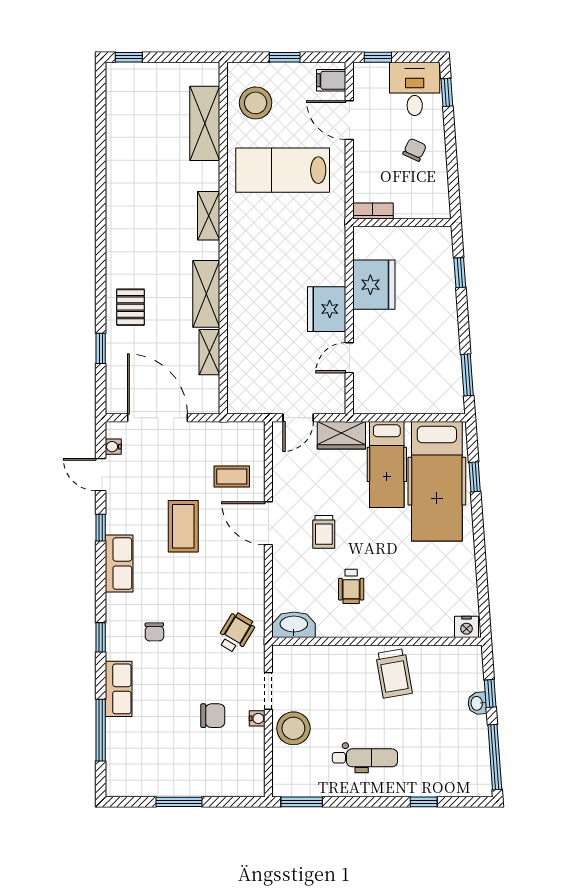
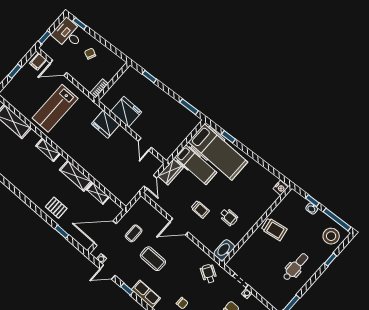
stool: (256, 103) -> (22, 96), removed
fridge: (327, 309) -> (106, 124), moved
coffee table: (232, 477) -> (134, 233), moved
stool: (293, 728) -> (331, 236), moved

